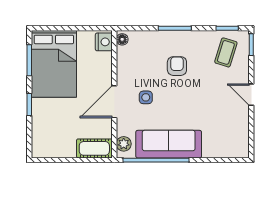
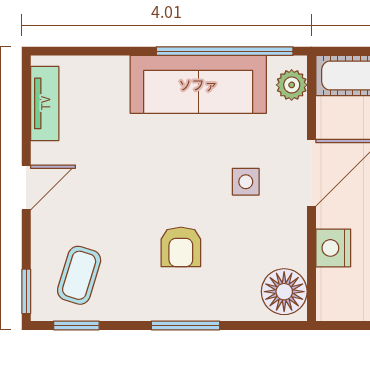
floor lamp: (122, 39) -> (284, 292), width x1.89, depth x1.89
nightstand: (104, 42) -> (333, 248), moved
door: (251, 95) -> (26, 188), hinge flipped
tv unit: (242, 135) -> (45, 103), added

